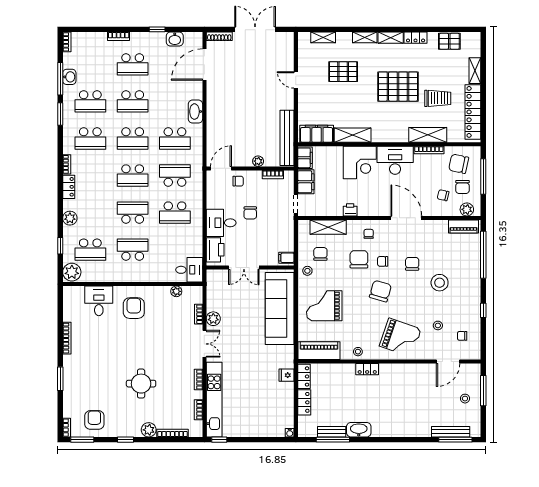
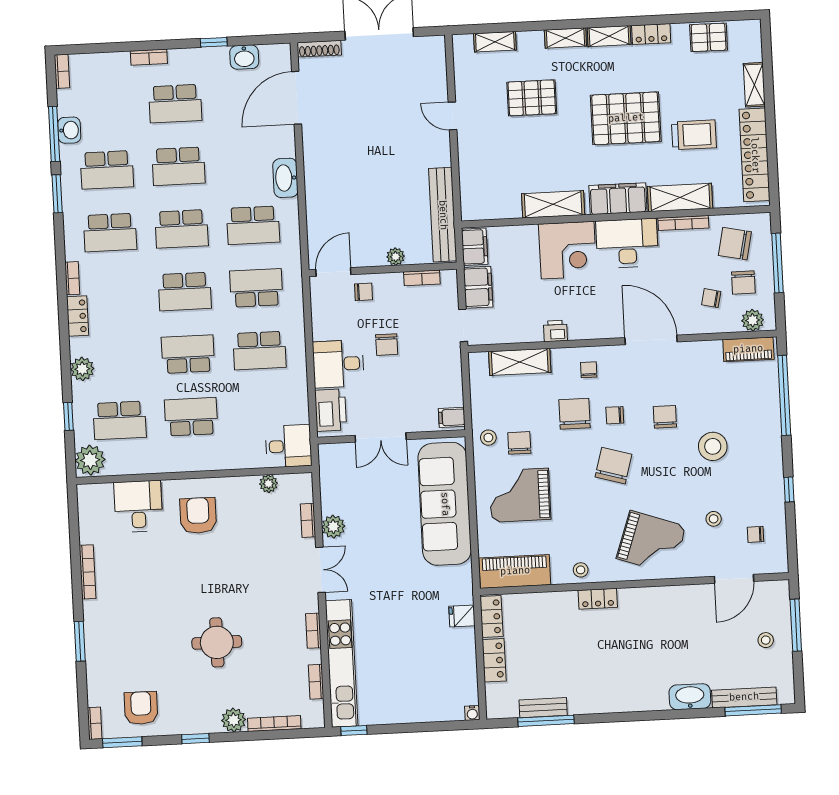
filing cabinet: (317, 134) -> (618, 199), moved
chair: (320, 254) -> (519, 443), moved
washbasin: (359, 430) -> (690, 697), moved

